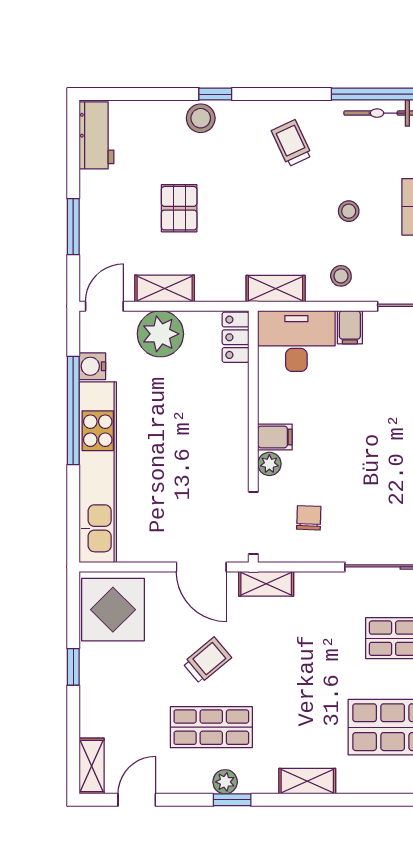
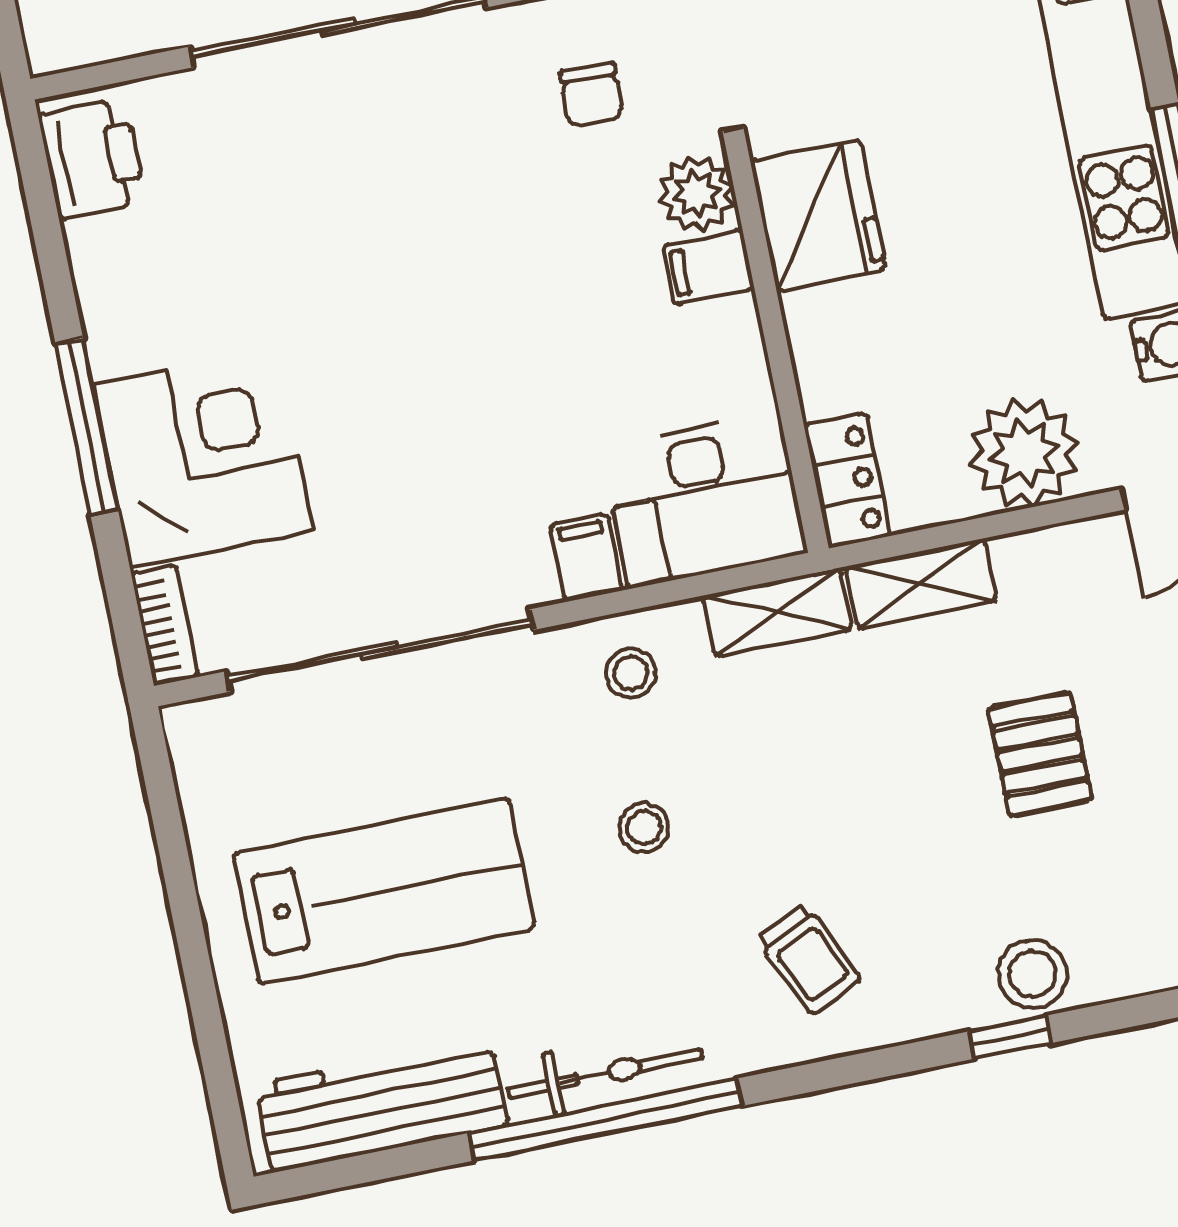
shelving: (165, 289) -> (921, 584), moved
fridge: (225, 449) -> (818, 215), added
plant: (269, 464) -> (696, 194), width x1.38, depth x1.38

